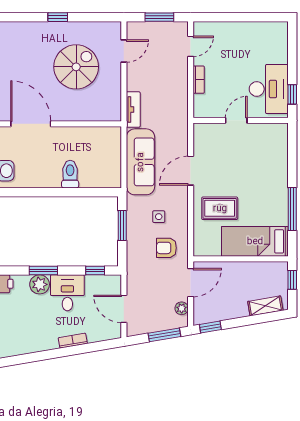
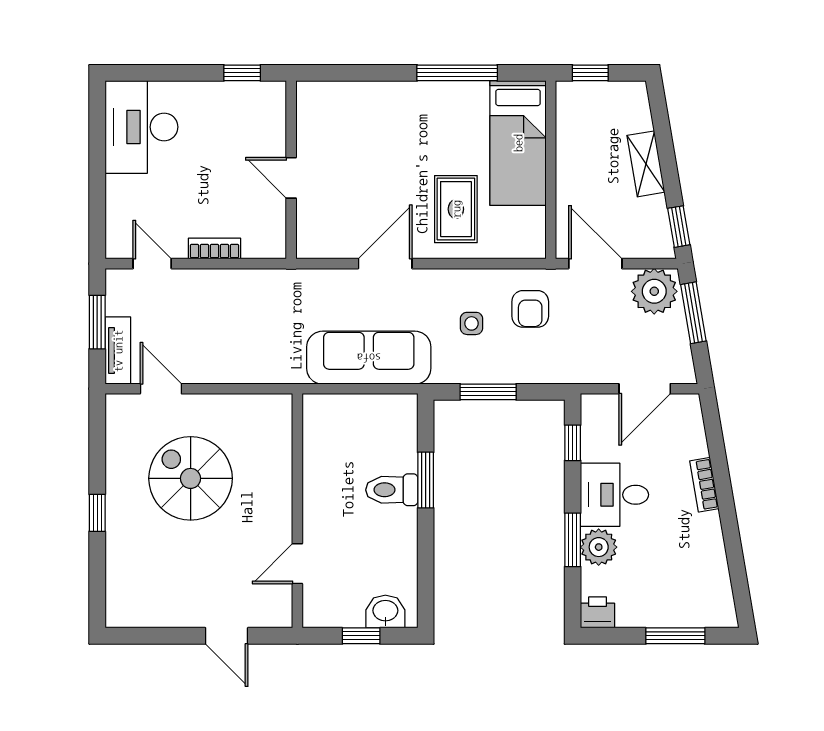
desk: (269, 89) -> (141, 127), moved, turned -90
tv unit: (133, 110) -> (118, 351), moved, turned 90
door: (31, 124) -> (297, 564), width x0.53
door: (191, 171) -> (385, 264), swing flipped
window: (75, 192) -> (426, 480), added
shelving: (265, 306) -> (646, 164), moved
plant: (182, 308) -> (654, 291), width x1.87, depth x1.87

